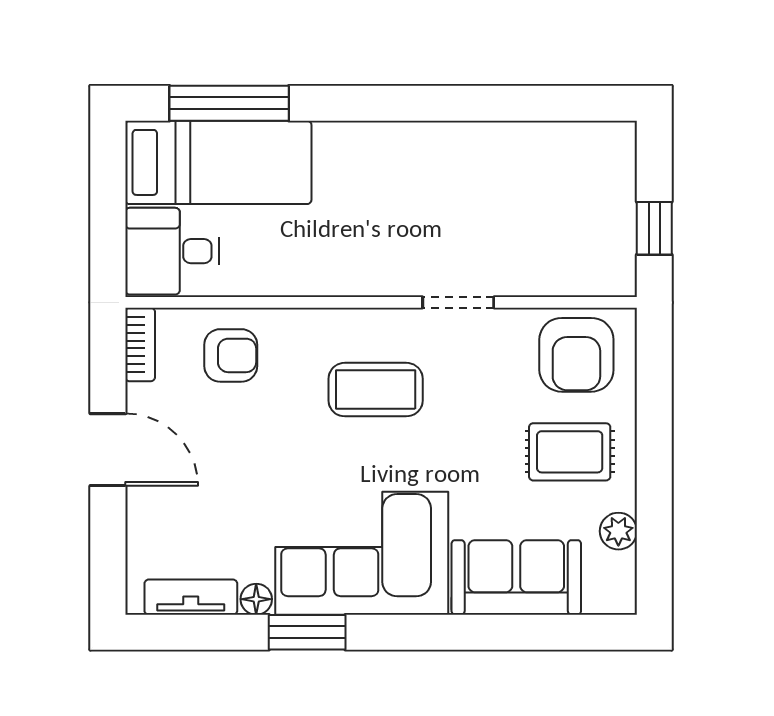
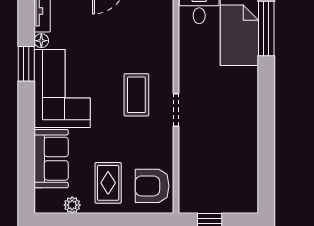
doorway: (458, 302) -> (176, 110), moved
armchair: (231, 355) -> (152, 29), removed

